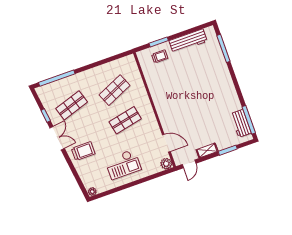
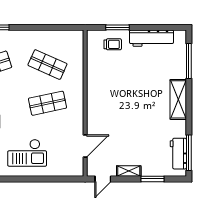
shelving: (226, 81) -> (178, 99), added
shop shelf: (115, 90) -> (47, 65), turned 48
door: (166, 143) -> (85, 146), hinge flipped
plant: (166, 164) -> (77, 170), removed

